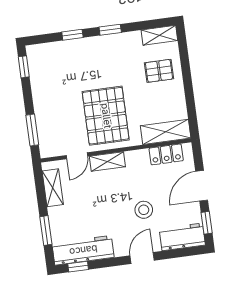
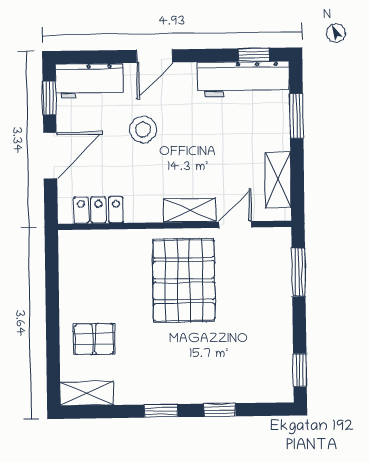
shelving: (166, 132) -> (95, 245), removed

